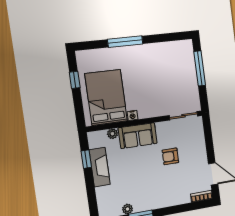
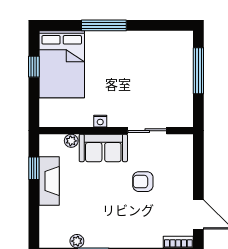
bed: (106, 97) -> (62, 64), moved, turned 180
sliding door: (183, 116) -> (147, 131), moved

